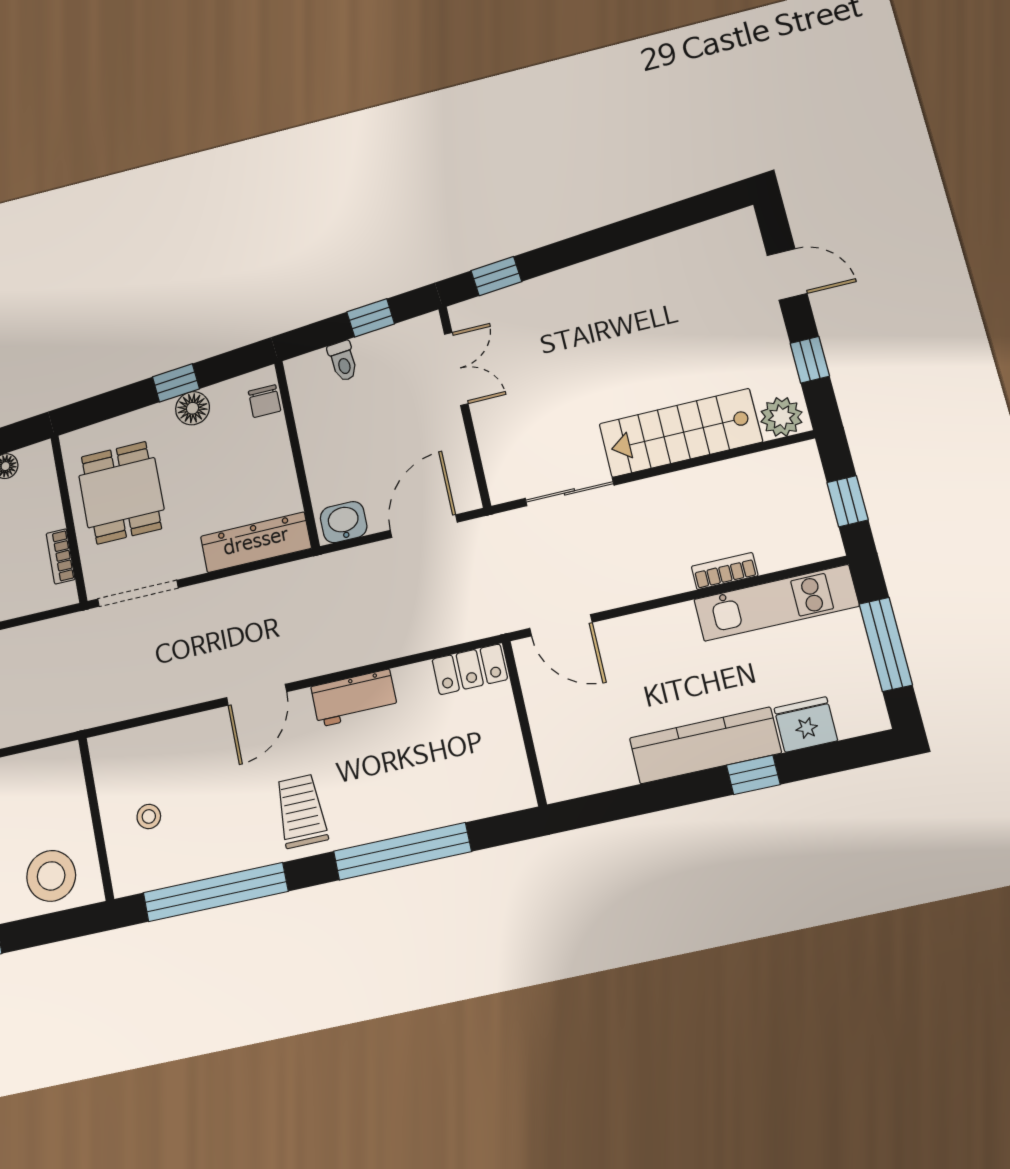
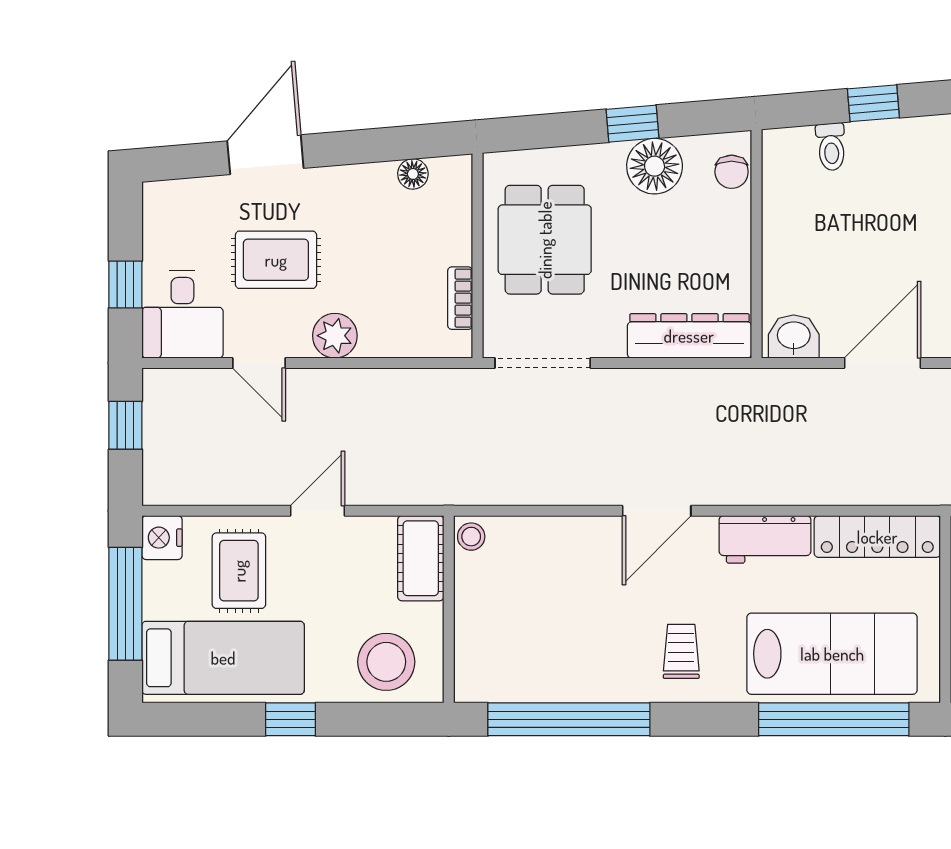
floor lamp: (192, 408) -> (655, 166), width x1.38, depth x1.38
locker: (470, 669) -> (877, 537), width x1.53
cot: (65, 780) -> (421, 558), added
lab bench: (433, 784) -> (832, 654), added
trolley: (301, 811) -> (681, 651), width x0.73, depth x0.72
stool: (149, 816) -> (471, 537), moved
window: (402, 851) -> (834, 719), moved

